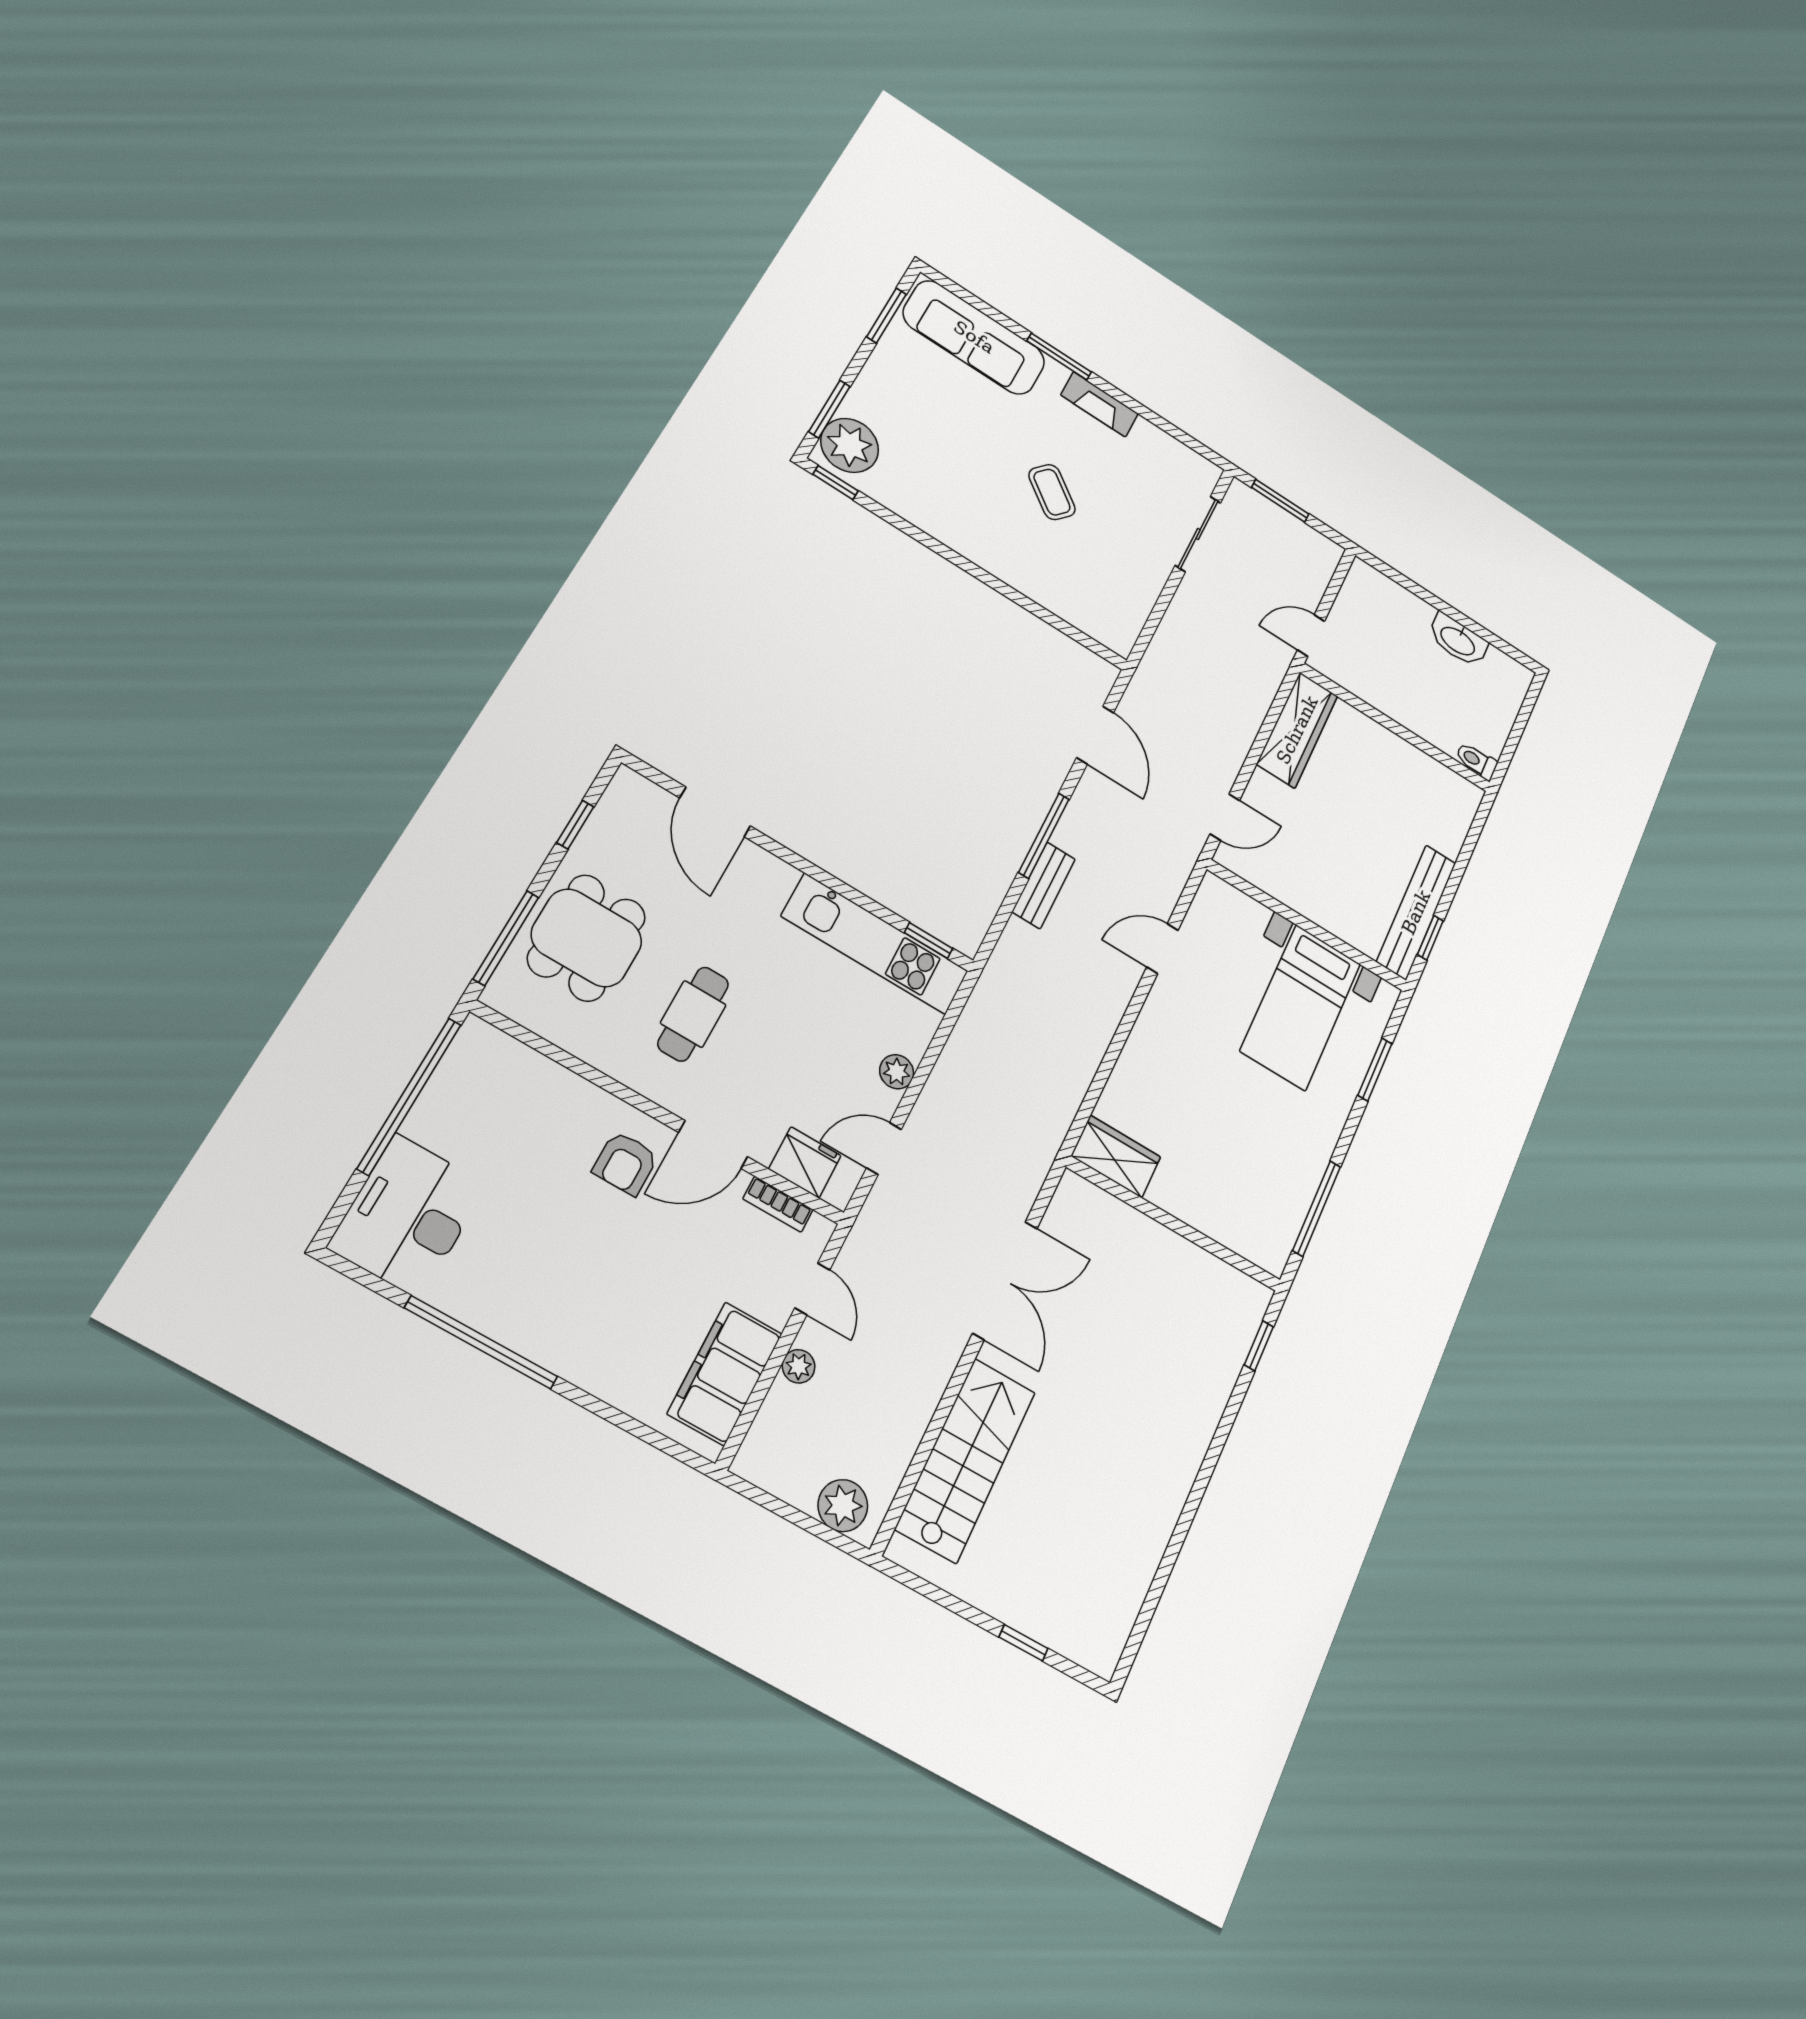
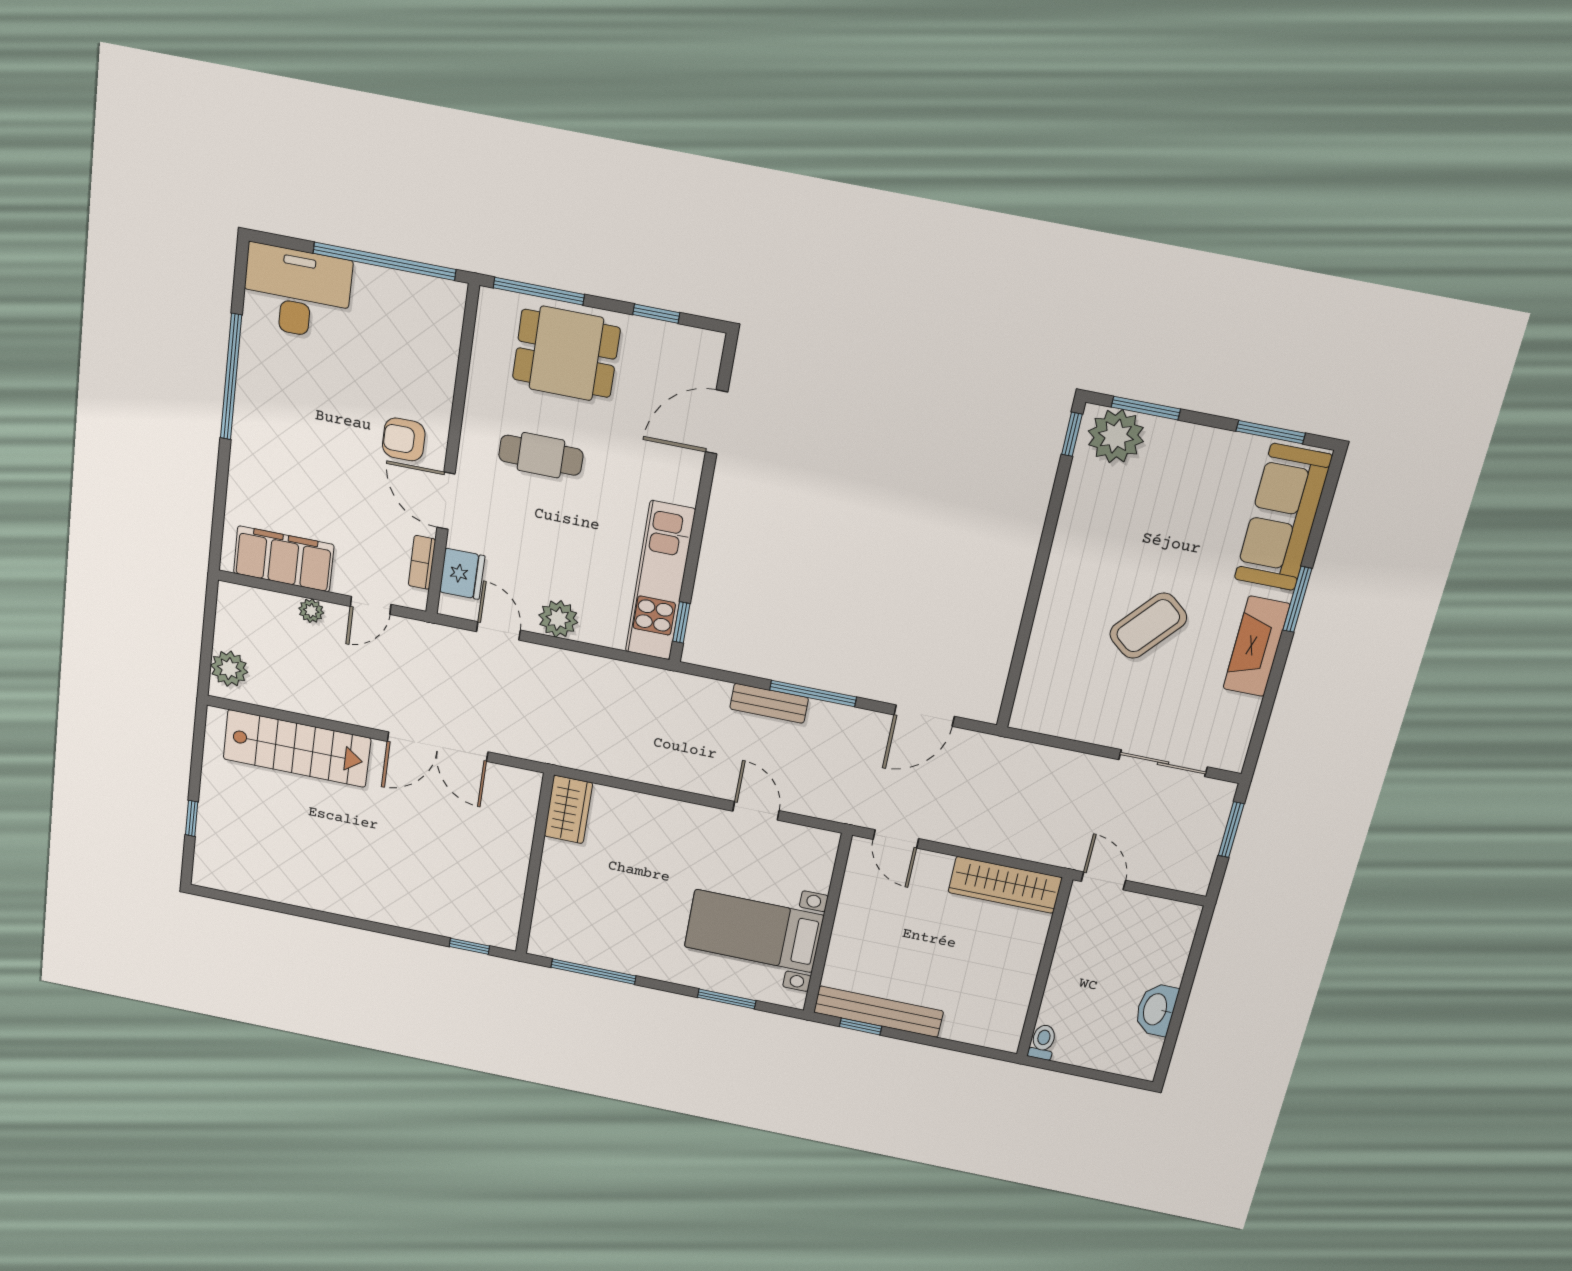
fireplace: (1099, 404) -> (1256, 646), width x1.37, depth x1.32
coffee table: (1052, 492) -> (1148, 626), width x1.36, depth x1.30
plant: (897, 1072) -> (558, 619), width x1.38, depth x1.38

